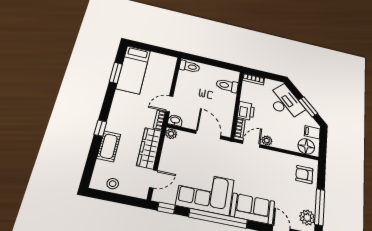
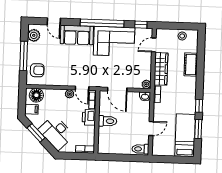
toilet: (227, 86) -> (108, 121), moved
door: (169, 104) -> (151, 129), moved
window: (100, 128) -> (199, 106), moved
door: (251, 144) -> (82, 88), hinge flipped
window: (320, 207) -> (24, 56), moved

